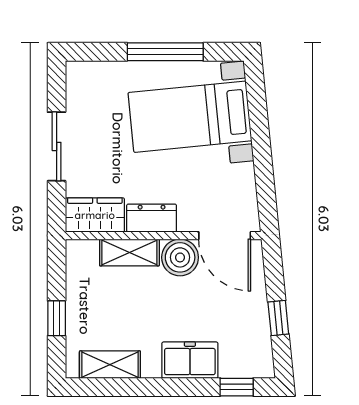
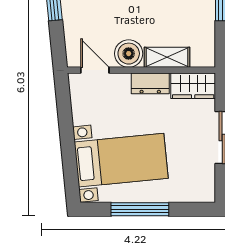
door: (225, 236) -> (95, 70), width x0.73

